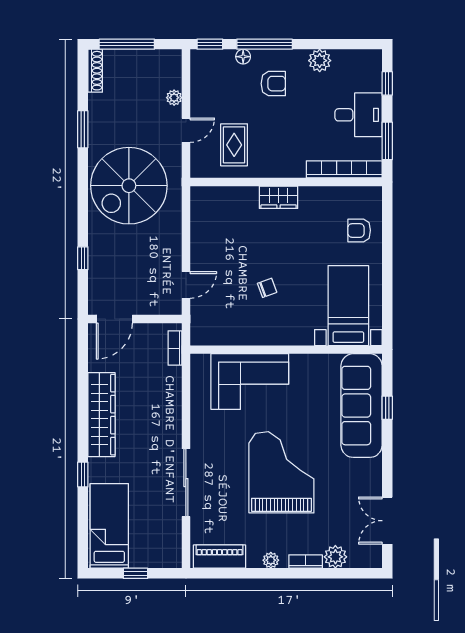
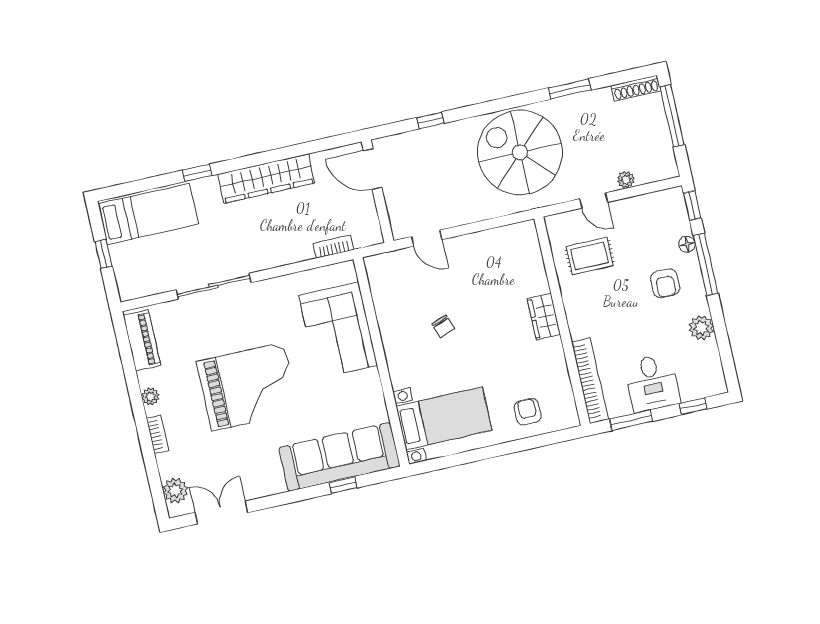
bookcase: (175, 348) -> (334, 247), moved
plant: (335, 557) -> (175, 491), moved

